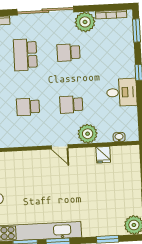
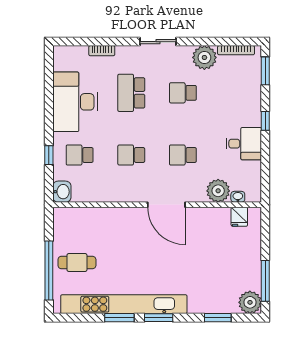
sliding door: (45, 11) -> (158, 42), width x0.54
plant: (88, 134) -> (218, 191), moved
door: (60, 147) -> (166, 205), width x1.87
fridge: (103, 155) -> (239, 217), moved

